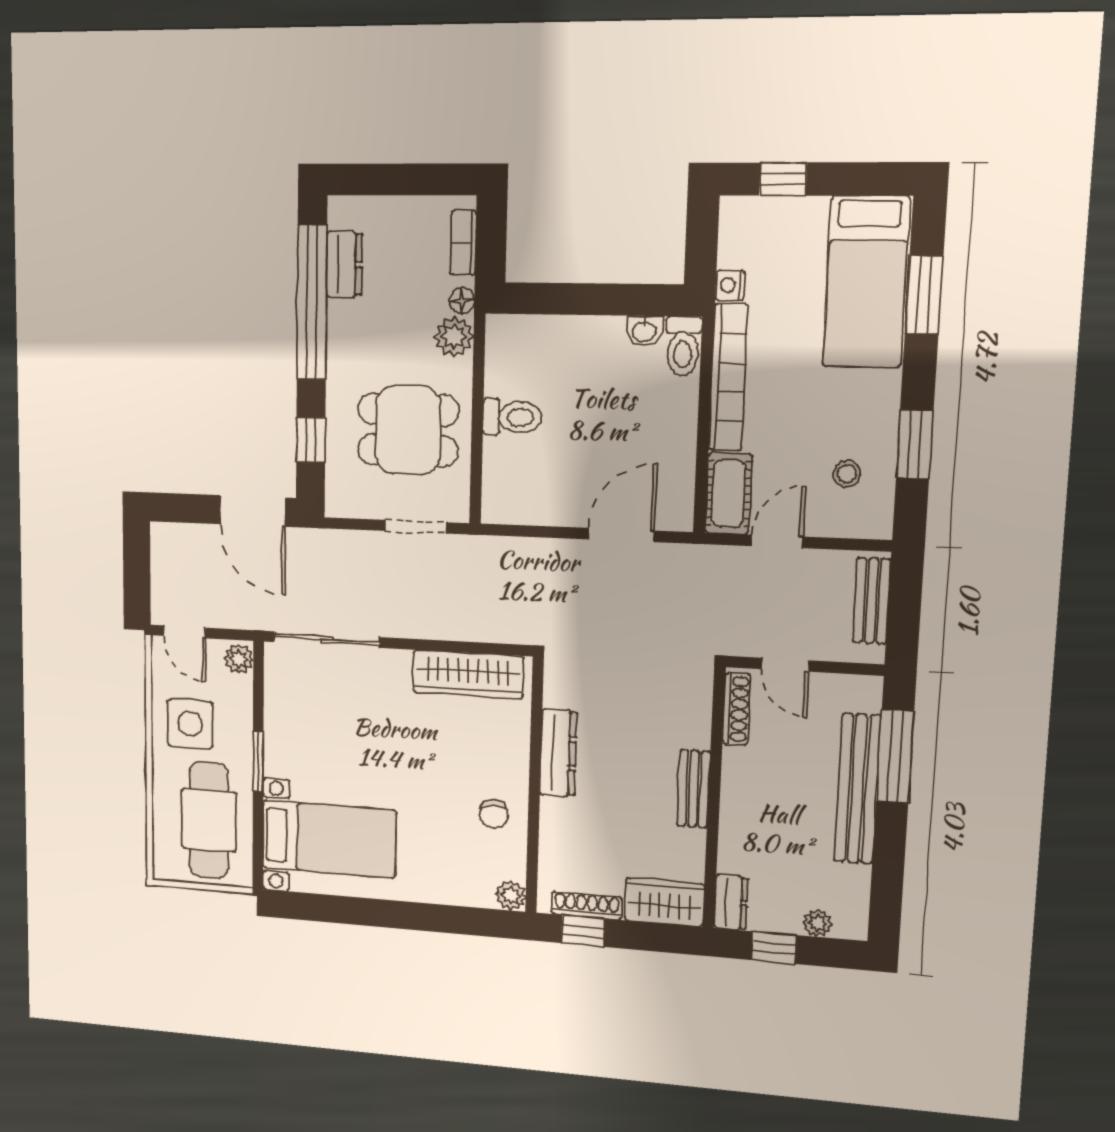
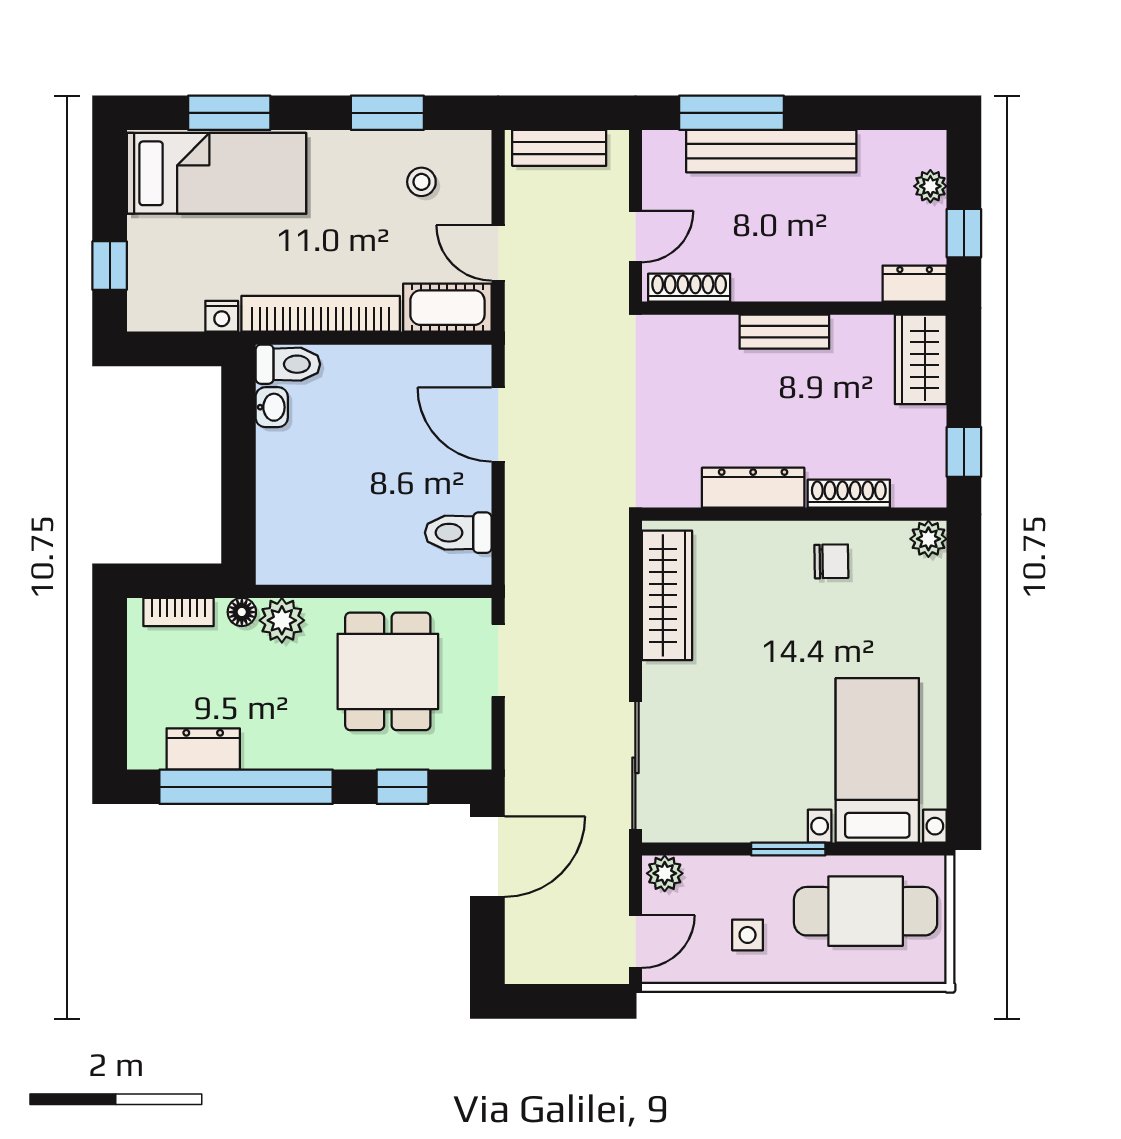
toilet: (512, 417) -> (458, 533), moved, turned -90
side table: (190, 724) -> (748, 935), width x0.54, depth x0.54
shoe rack: (587, 905) -> (849, 494), moved, turned 90

